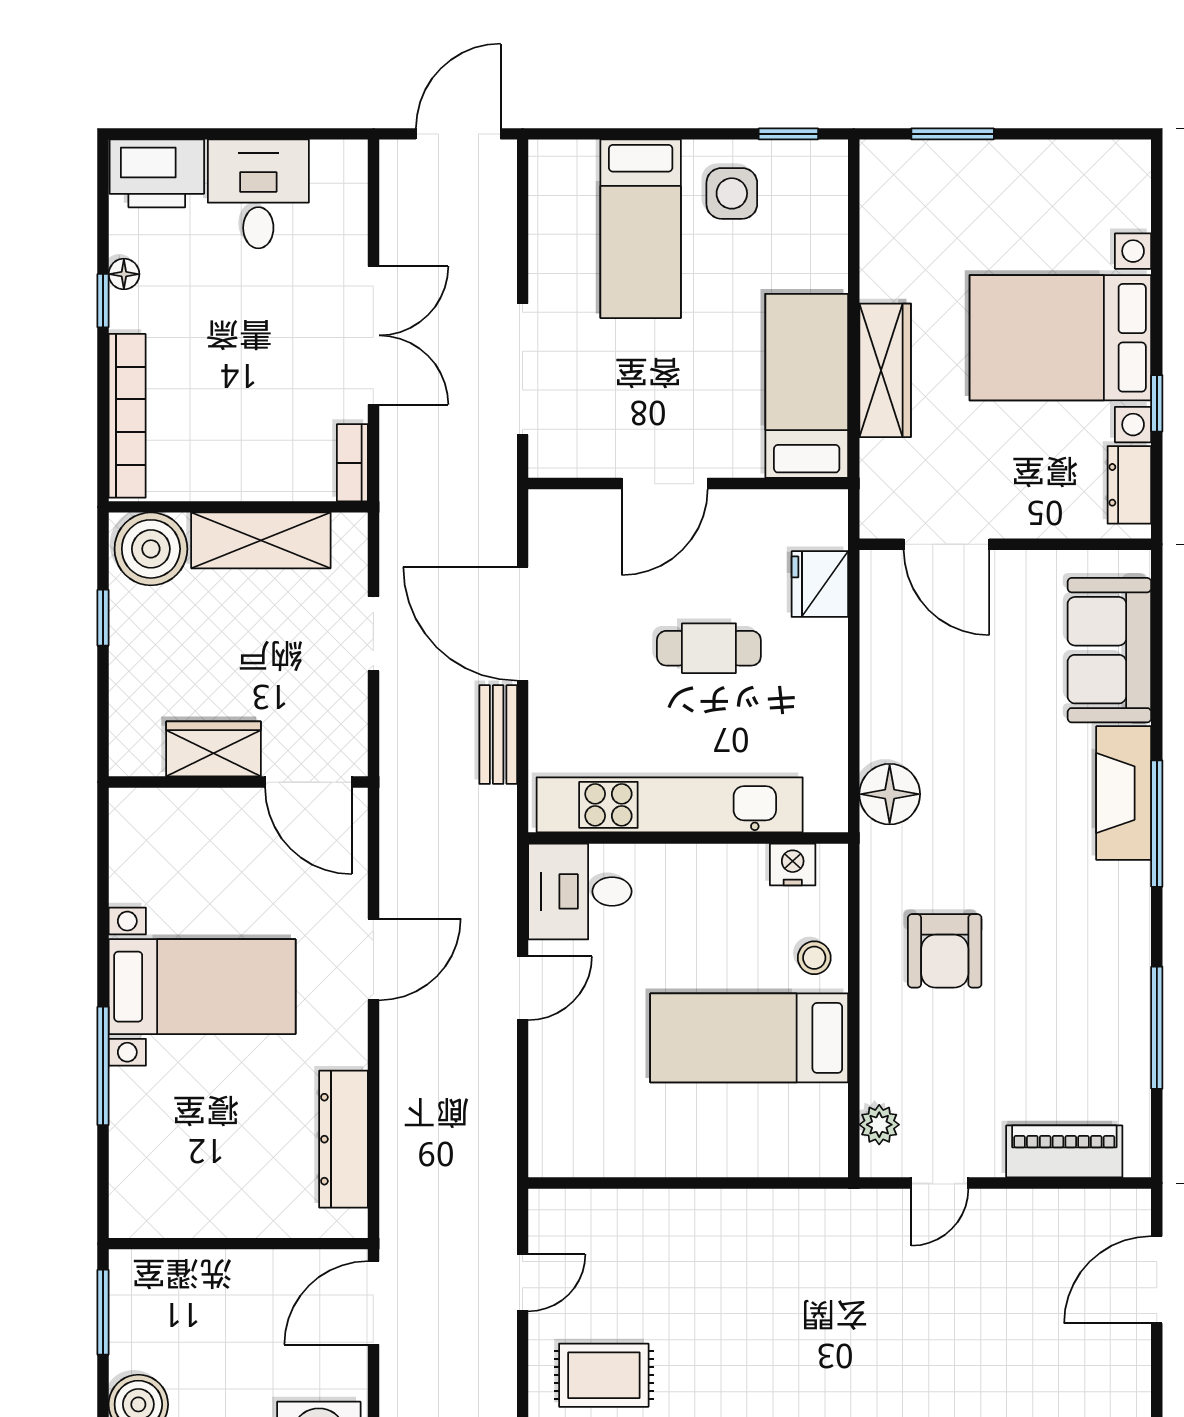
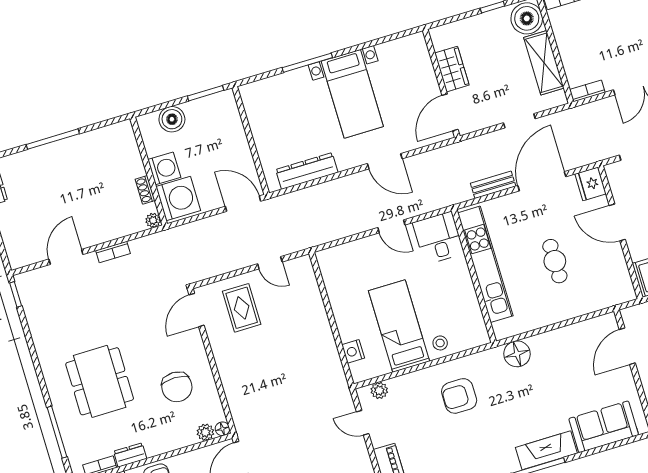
fridge: (820, 584) -> (591, 184), moved, turned -90
nightstand: (793, 864) -> (353, 351), moved, turned 180

